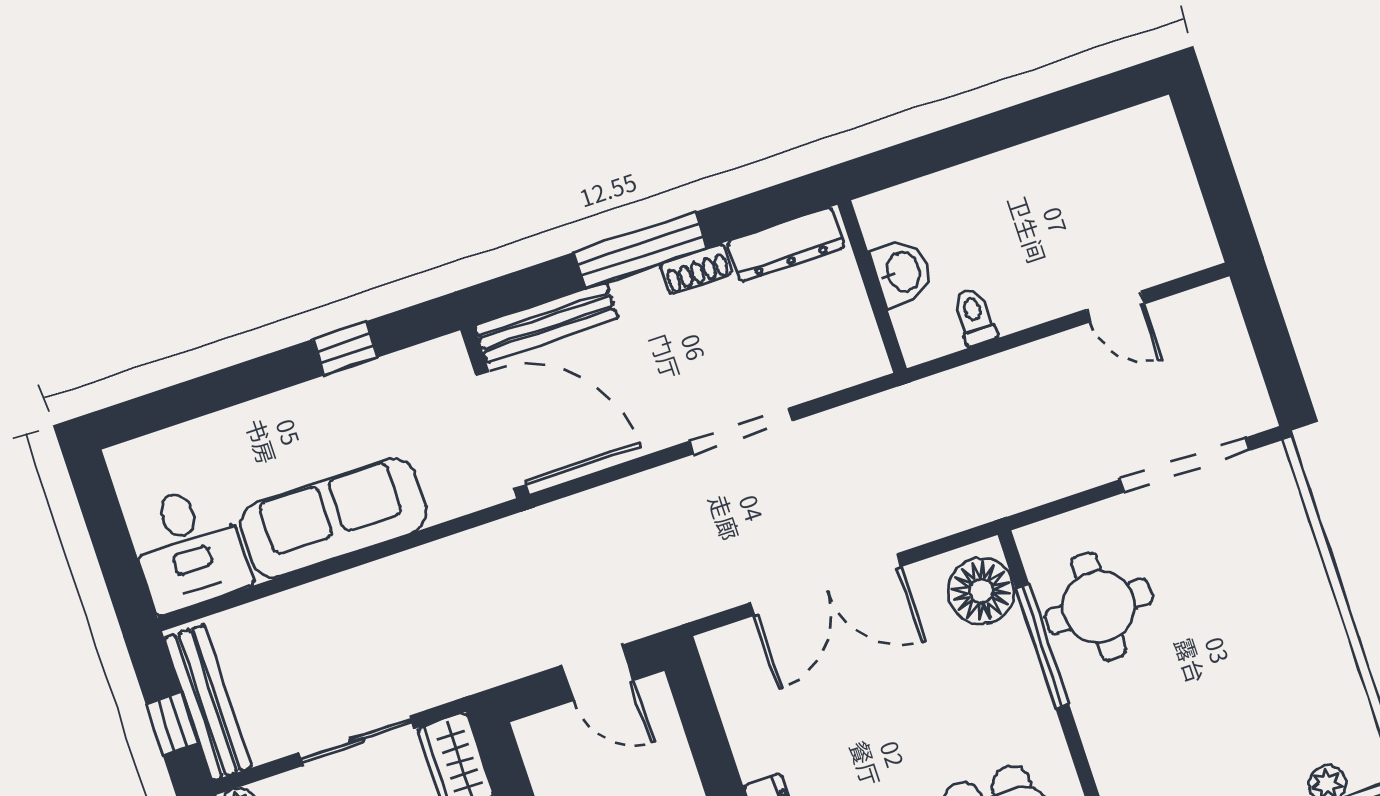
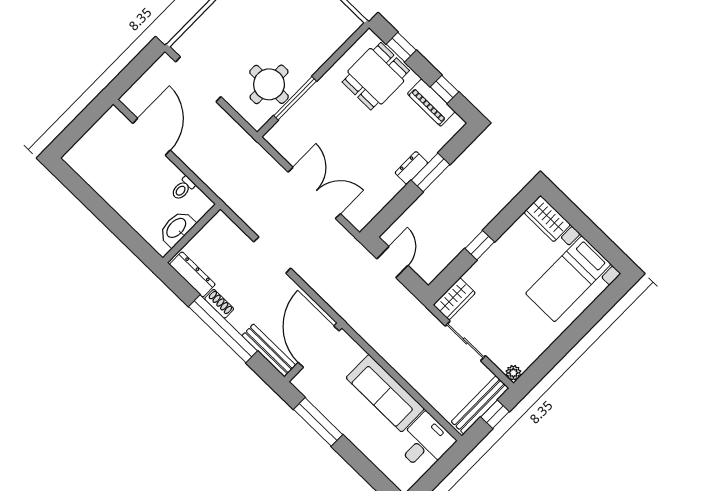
window: (640, 250) -> (223, 329), width x1.46
washbasin: (902, 272) -> (177, 228), width x1.38
door: (1115, 307) -> (151, 137), width x1.87
window: (345, 348) -> (318, 422), width x2.17
floor lamp: (981, 591) -> (286, 132), removed

